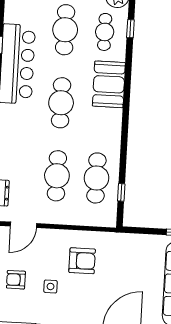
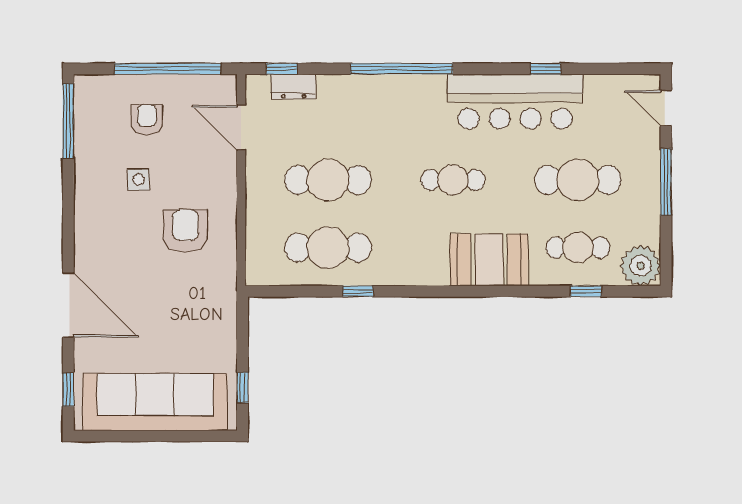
cafe table: (61, 103) -> (453, 180), width x0.73, depth x0.74
window: (121, 192) -> (358, 291), moved
armchair: (82, 261) -> (185, 231), turned 180

